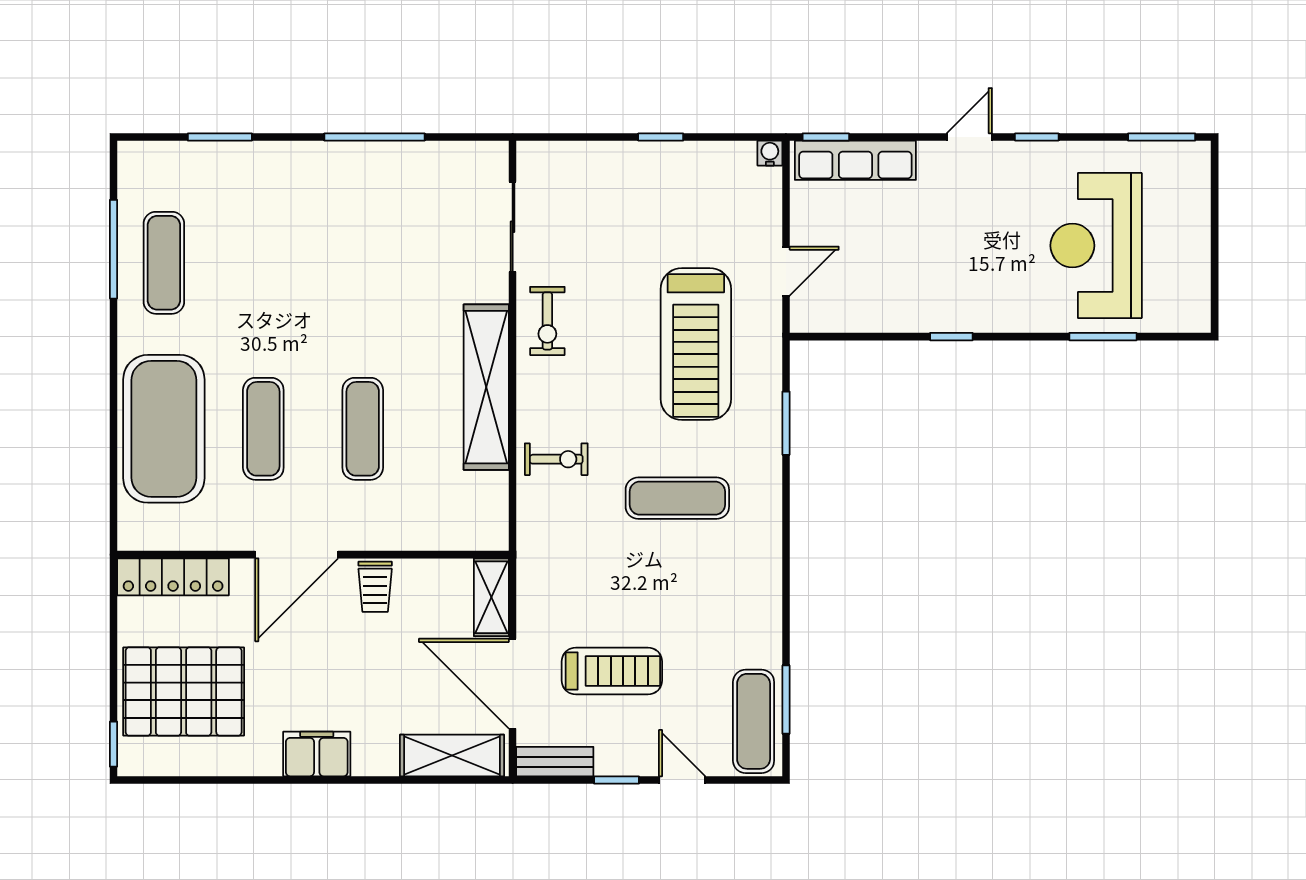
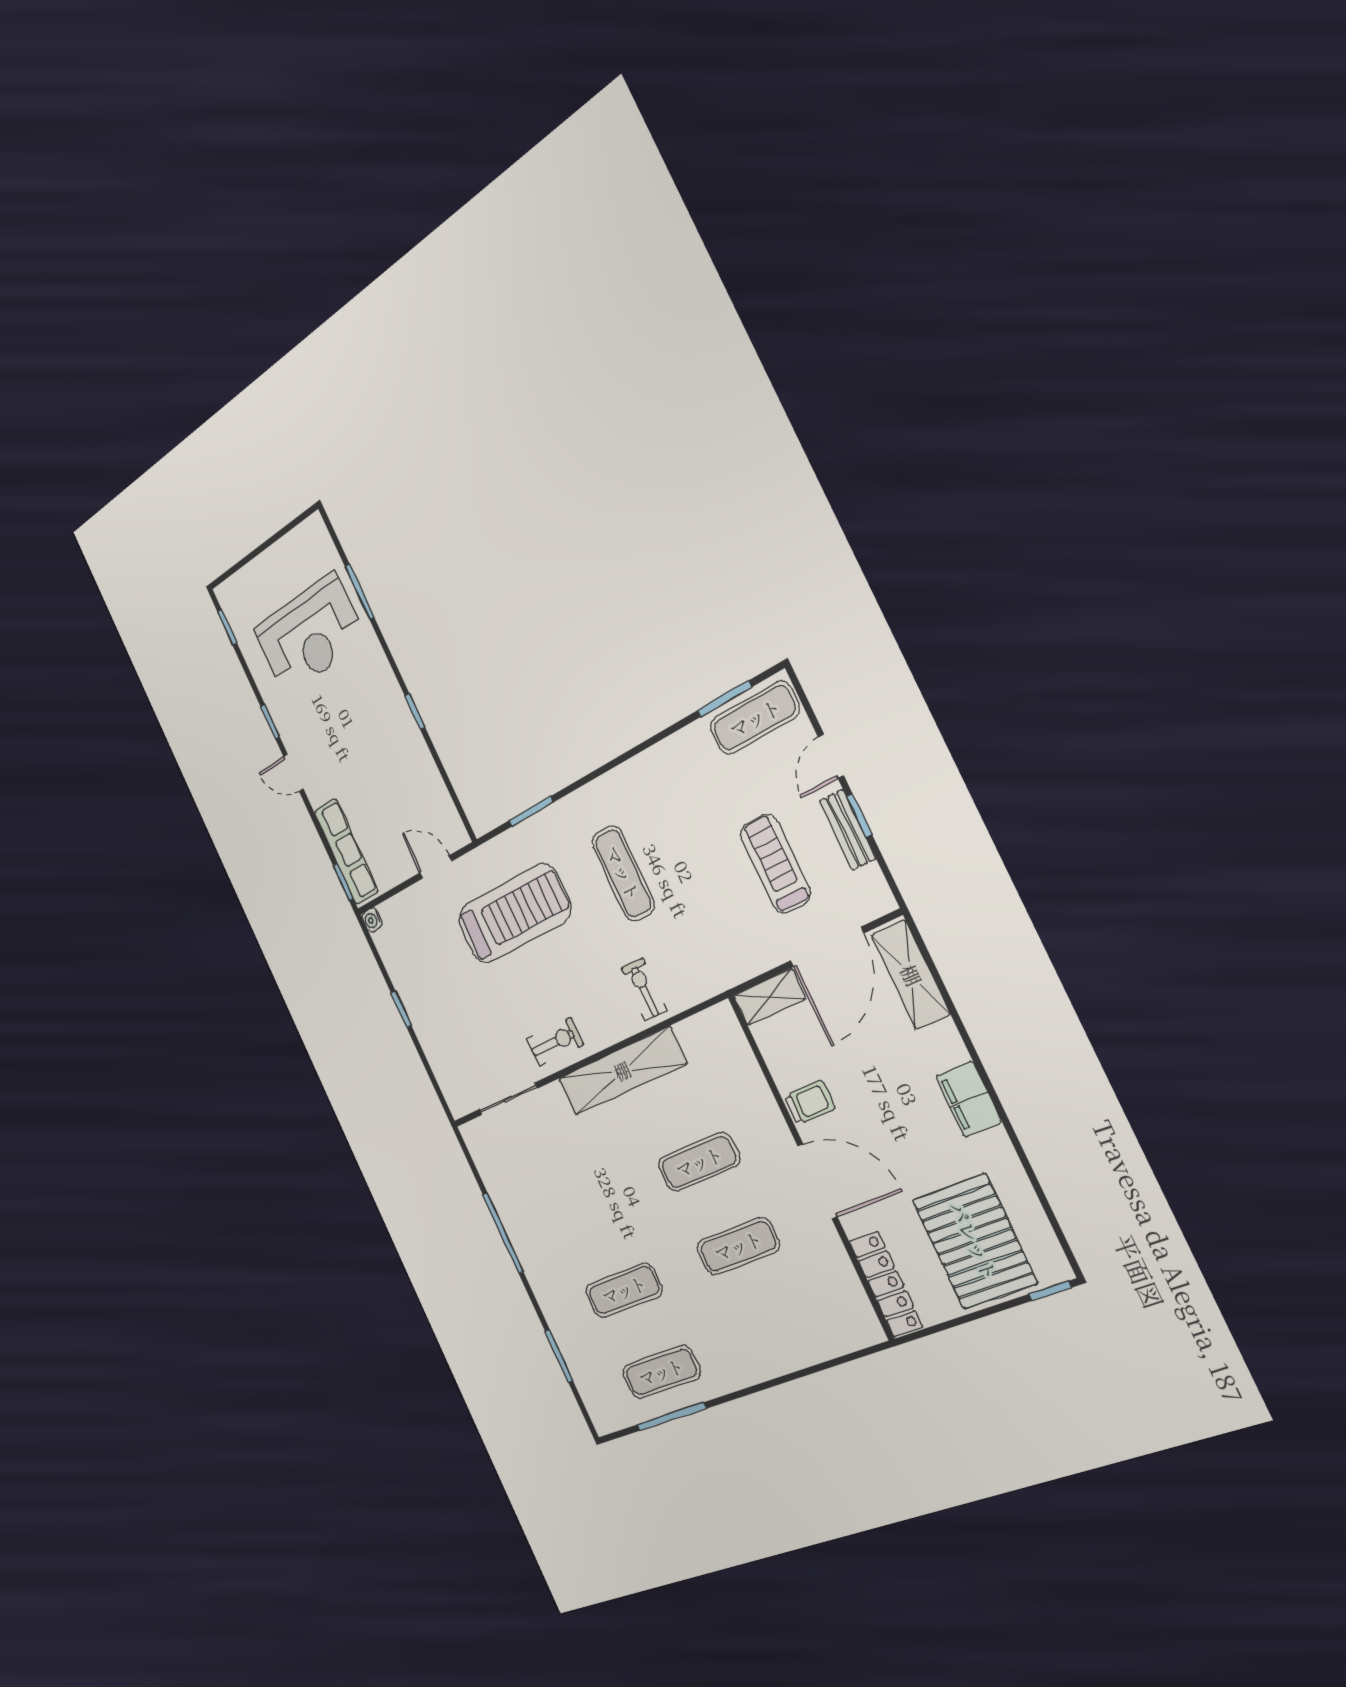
window: (1162, 137) -> (227, 628), width x0.67
exercise mat: (164, 429) -> (624, 1290), moved, width x0.50, depth x0.69
bench: (555, 762) -> (848, 830), moved

